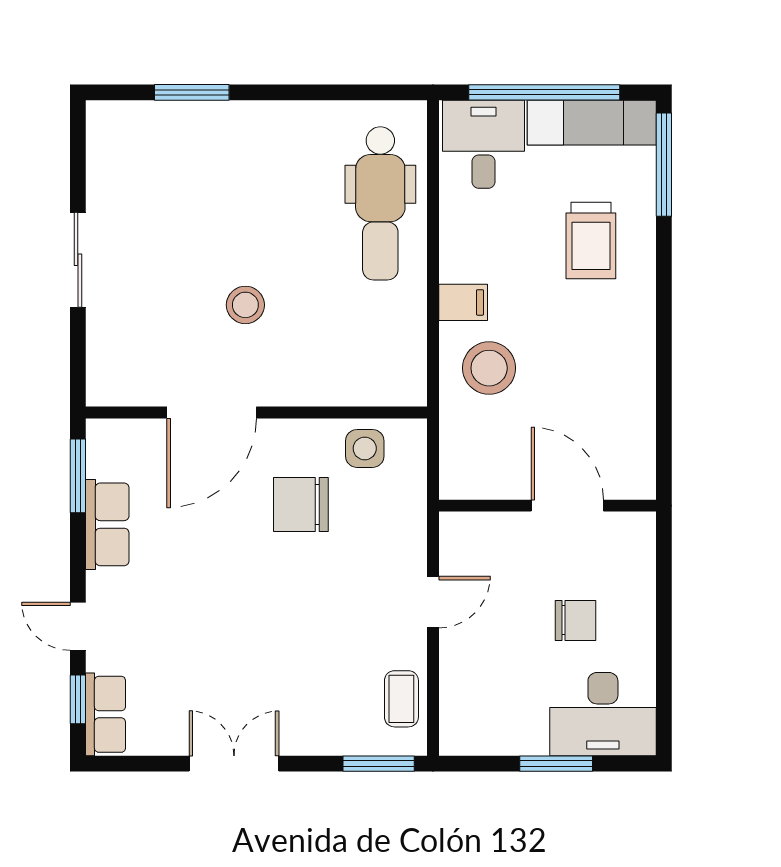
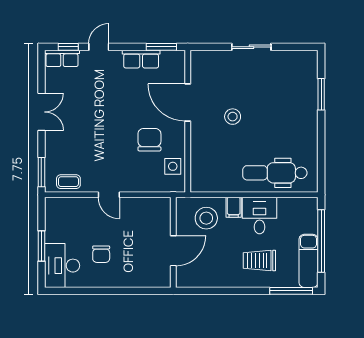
desk: (484, 144) -> (260, 216), moved, turned -90
wall: (547, 506) -> (173, 242), moved
door: (567, 506) -> (173, 251), moved

